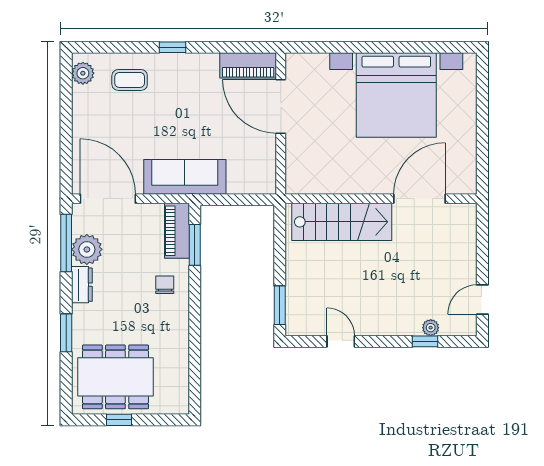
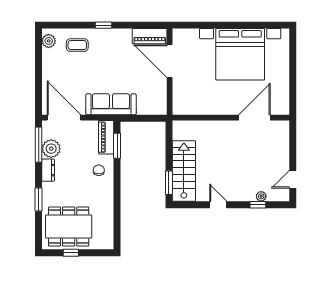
stairs: (342, 222) -> (184, 171), moved, turned -90
door: (341, 341) -> (218, 205), moved

